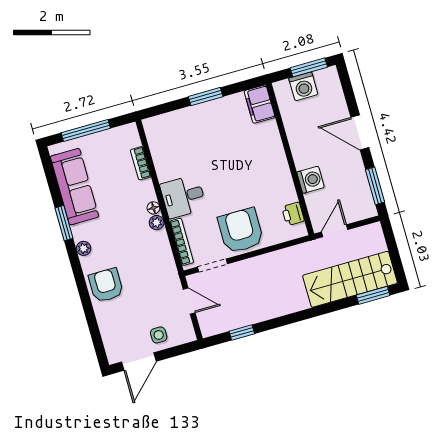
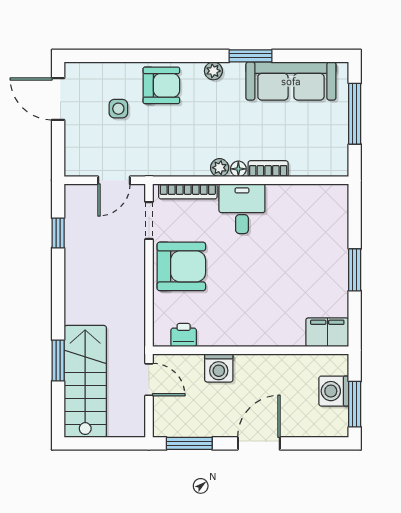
bookcase: (141, 163) -> (268, 169), moved
window: (373, 295) -> (58, 361), moved
side table: (159, 335) -> (118, 109), moved

